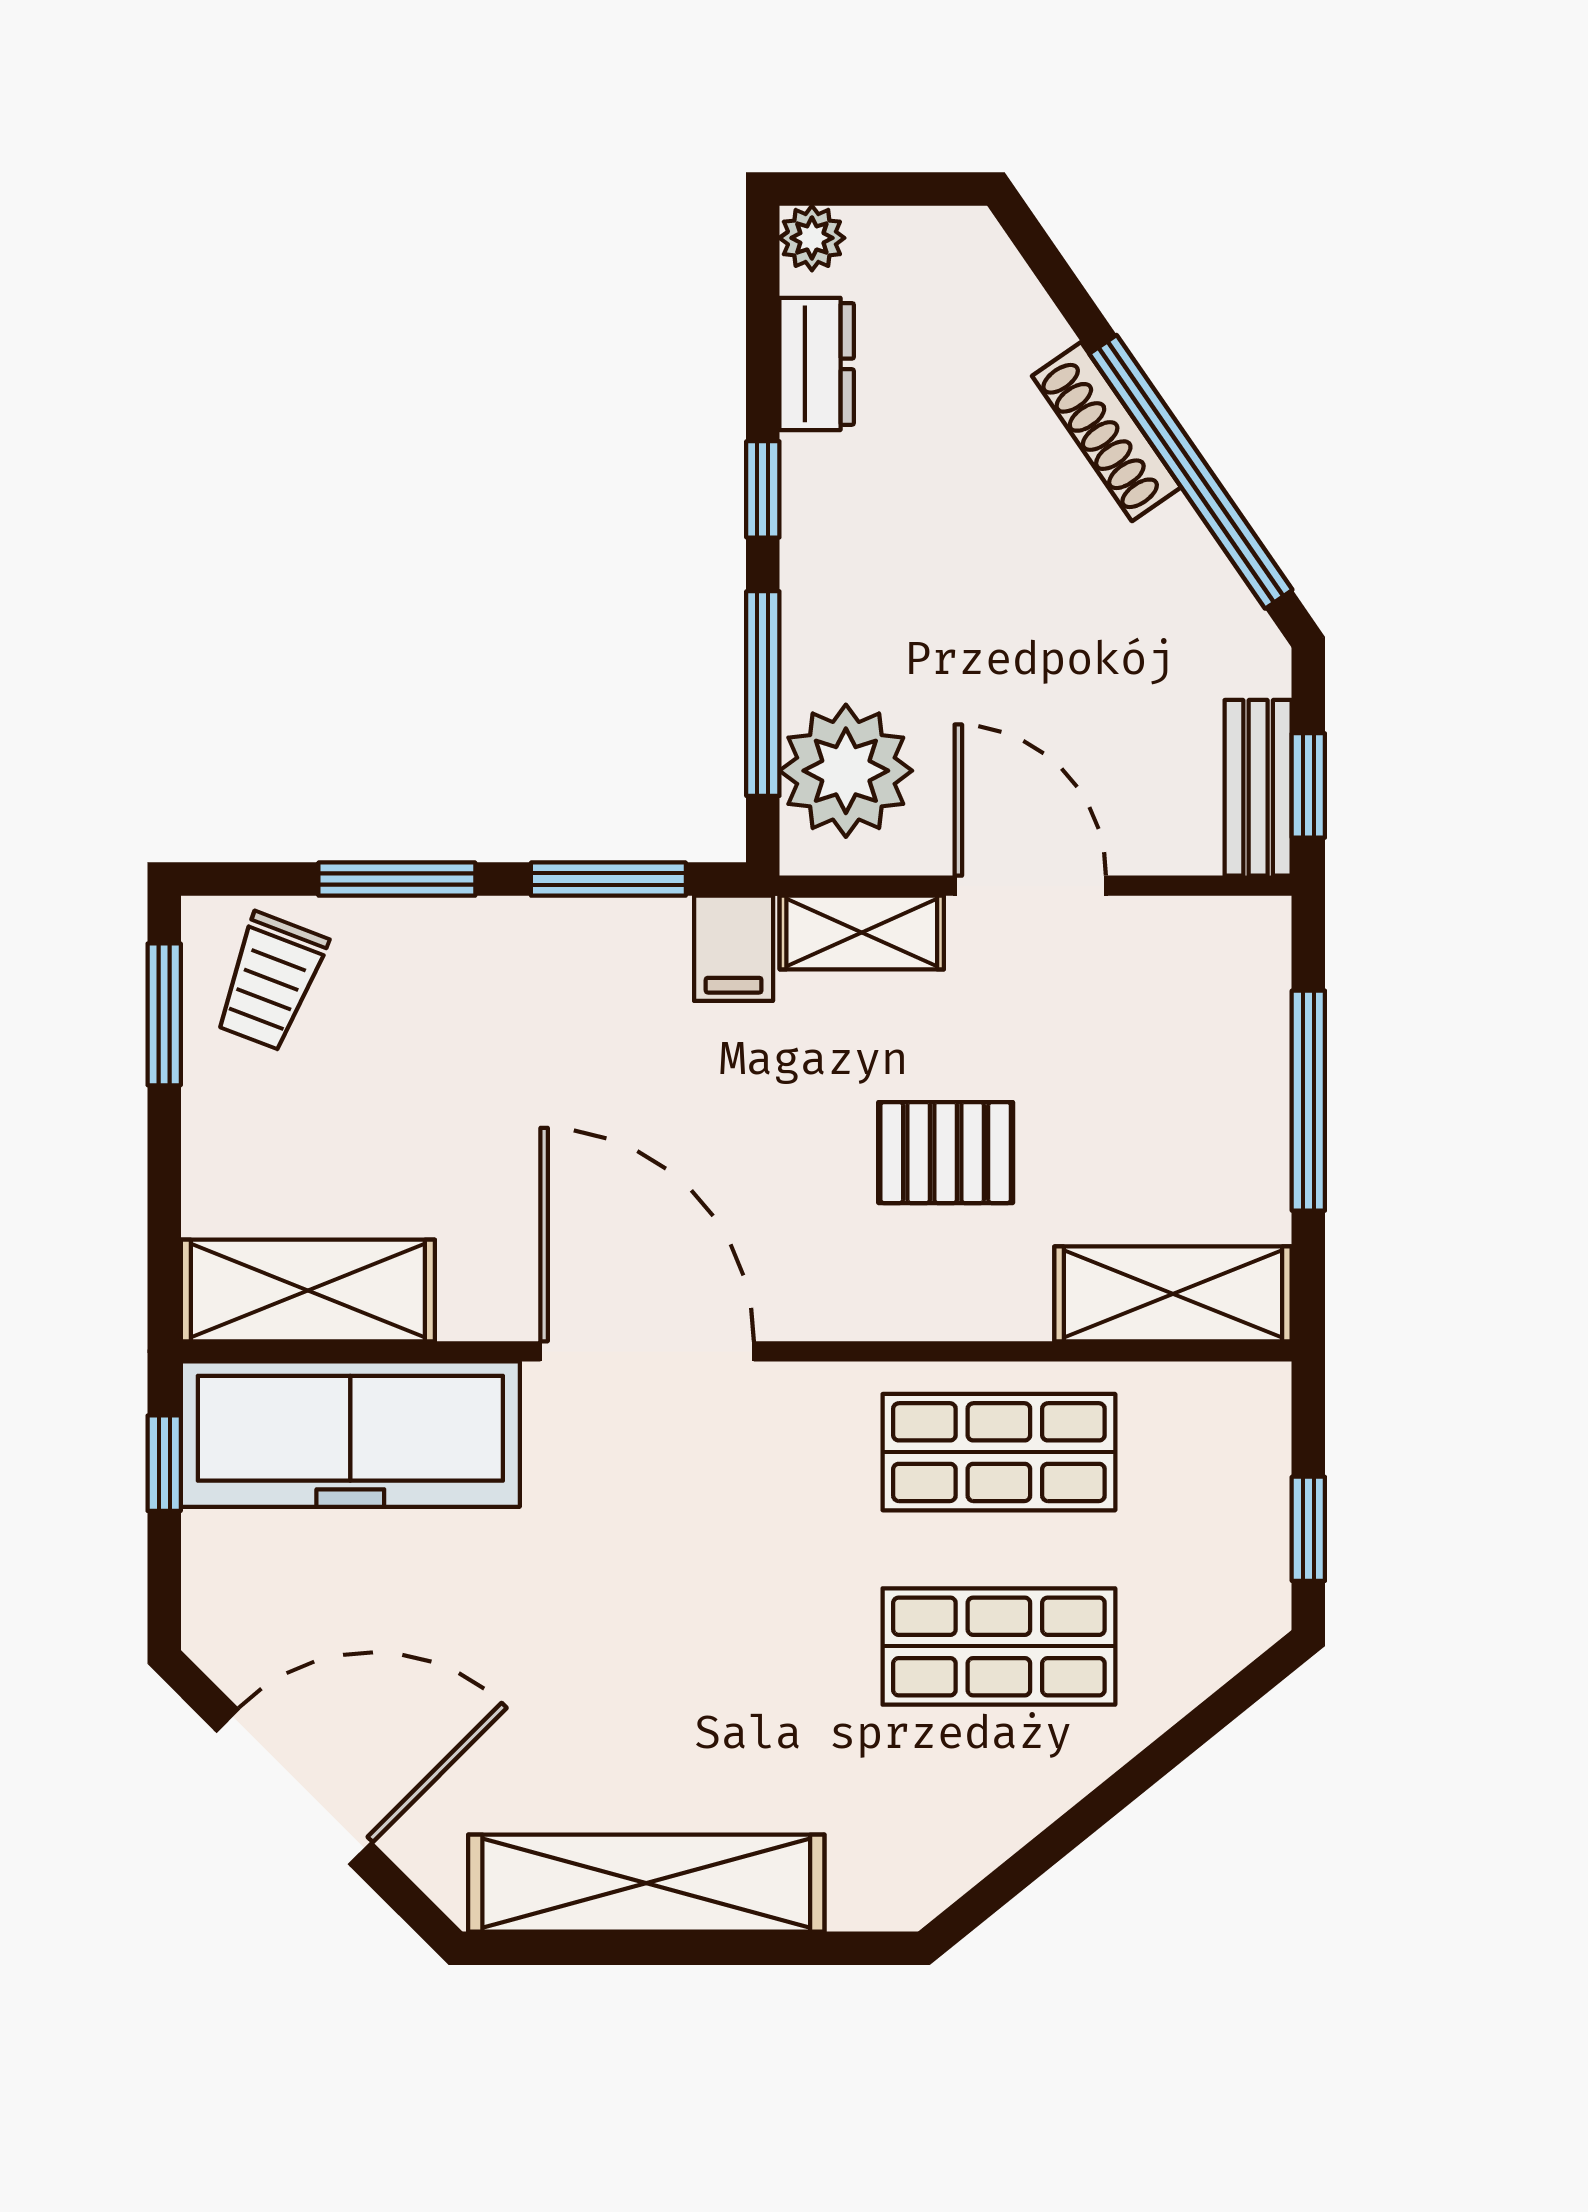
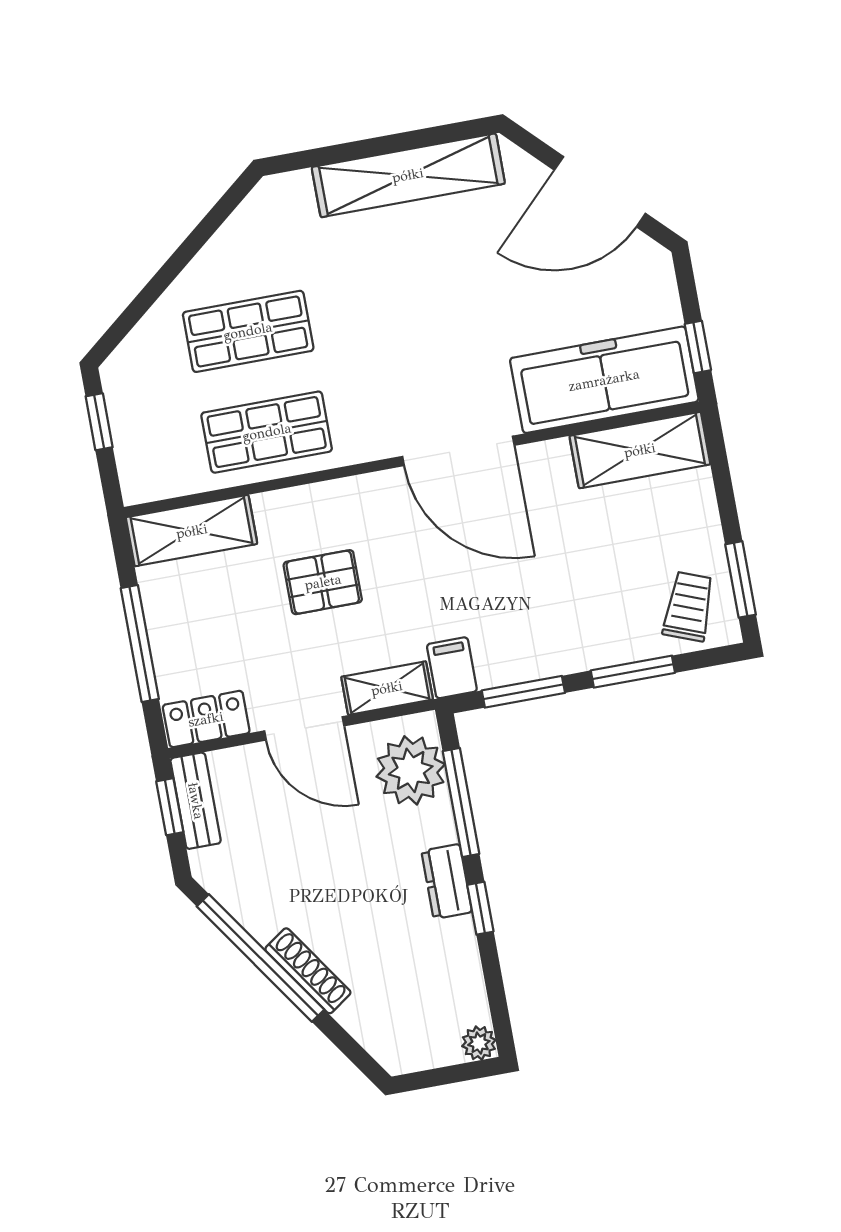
dresser: (817, 364) -> (447, 881), moved
locker: (1210, 937) -> (206, 719), added

